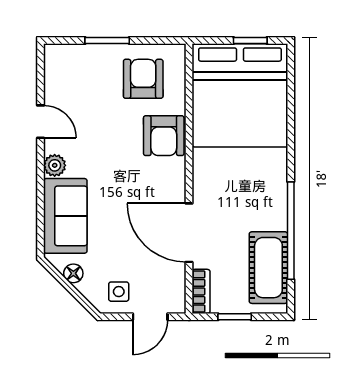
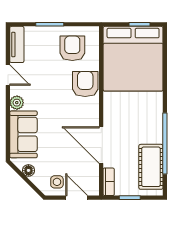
tv unit: (55, 73) -> (17, 44), added
armchair: (164, 136) -> (85, 84), turned 180
door: (150, 317) -> (77, 198), swing flipped

